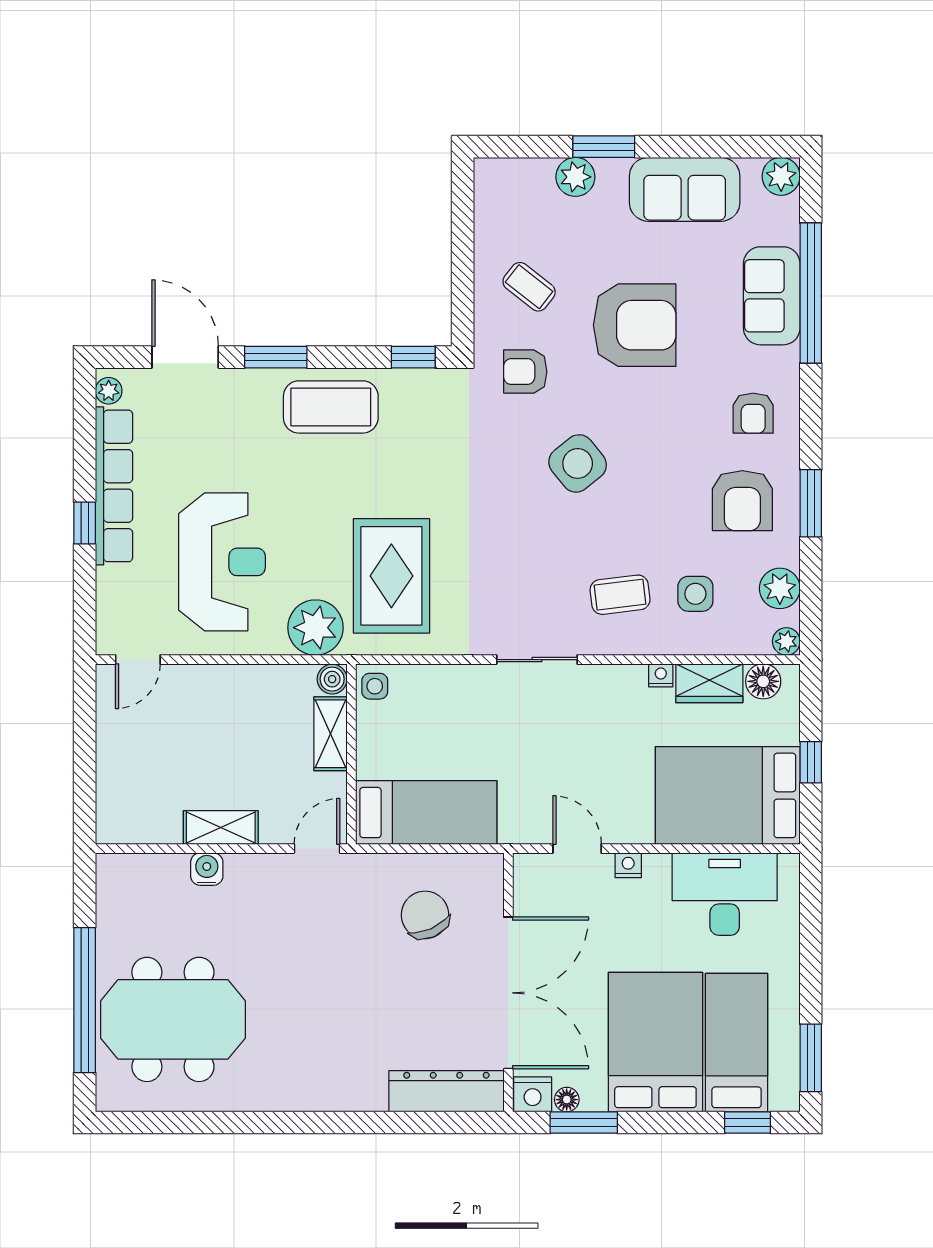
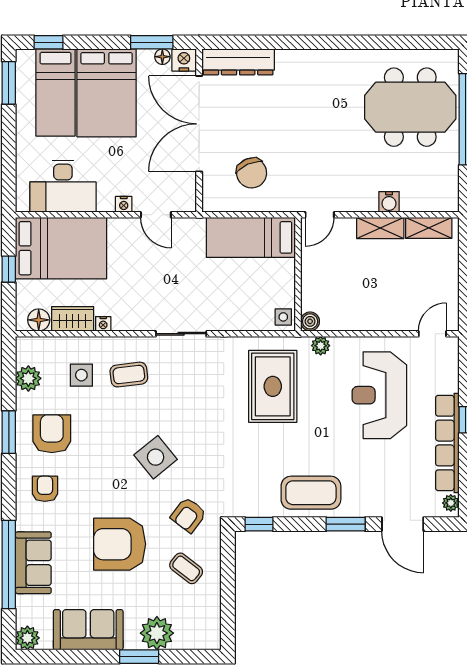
plant: (575, 177) -> (157, 633), width x1.36, depth x1.36
armchair: (525, 372) -> (189, 515), turned 127
plant: (315, 628) -> (321, 346), width x0.53, depth x0.53
plant: (786, 641) -> (24, 345), removed
shelving: (330, 734) -> (429, 228), moved, turned 90

